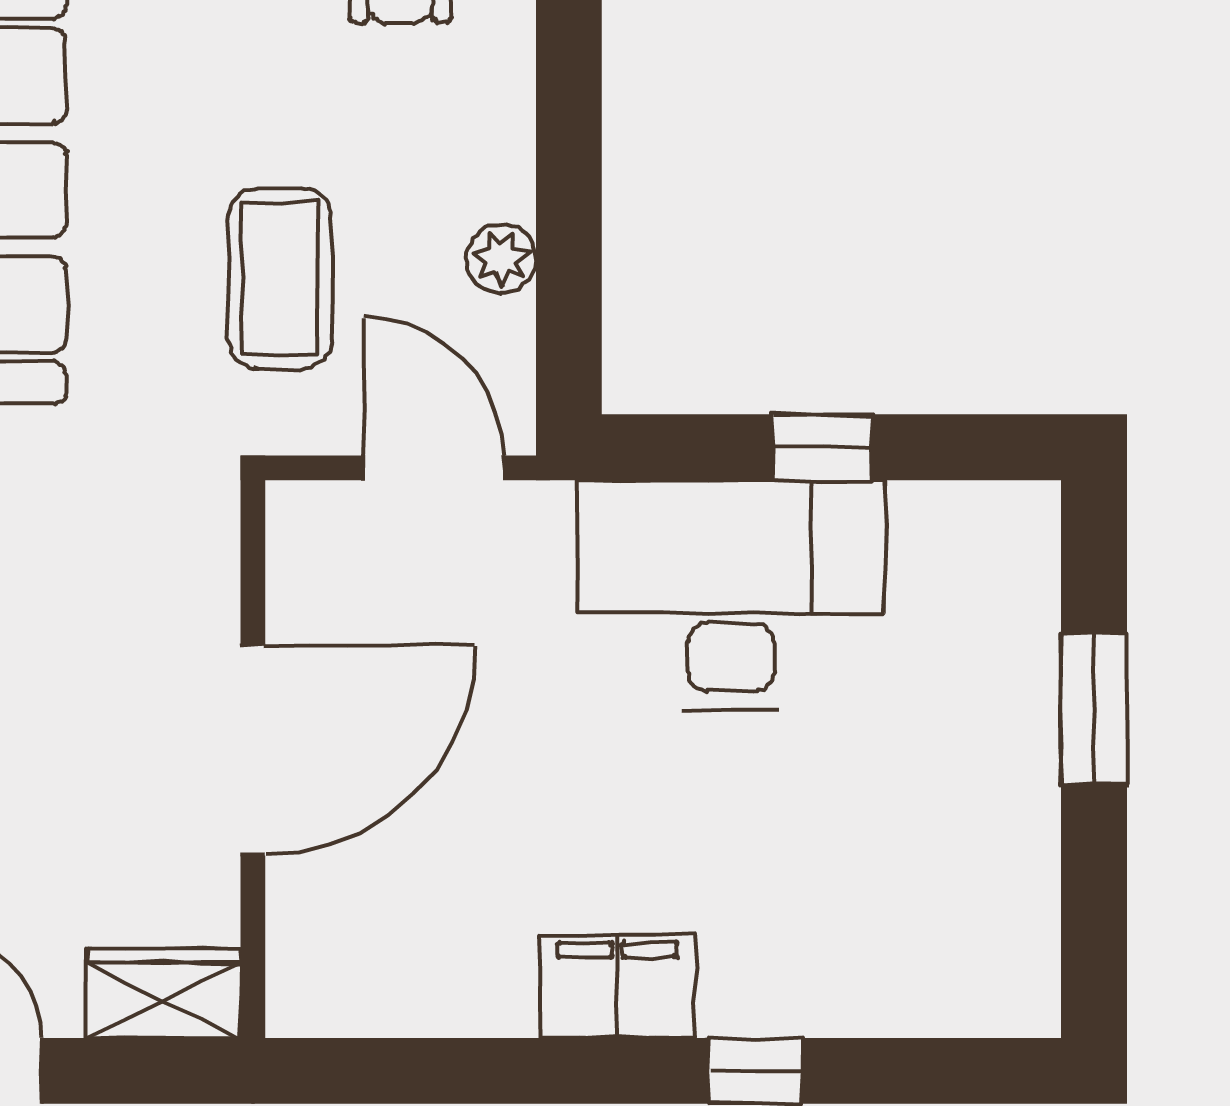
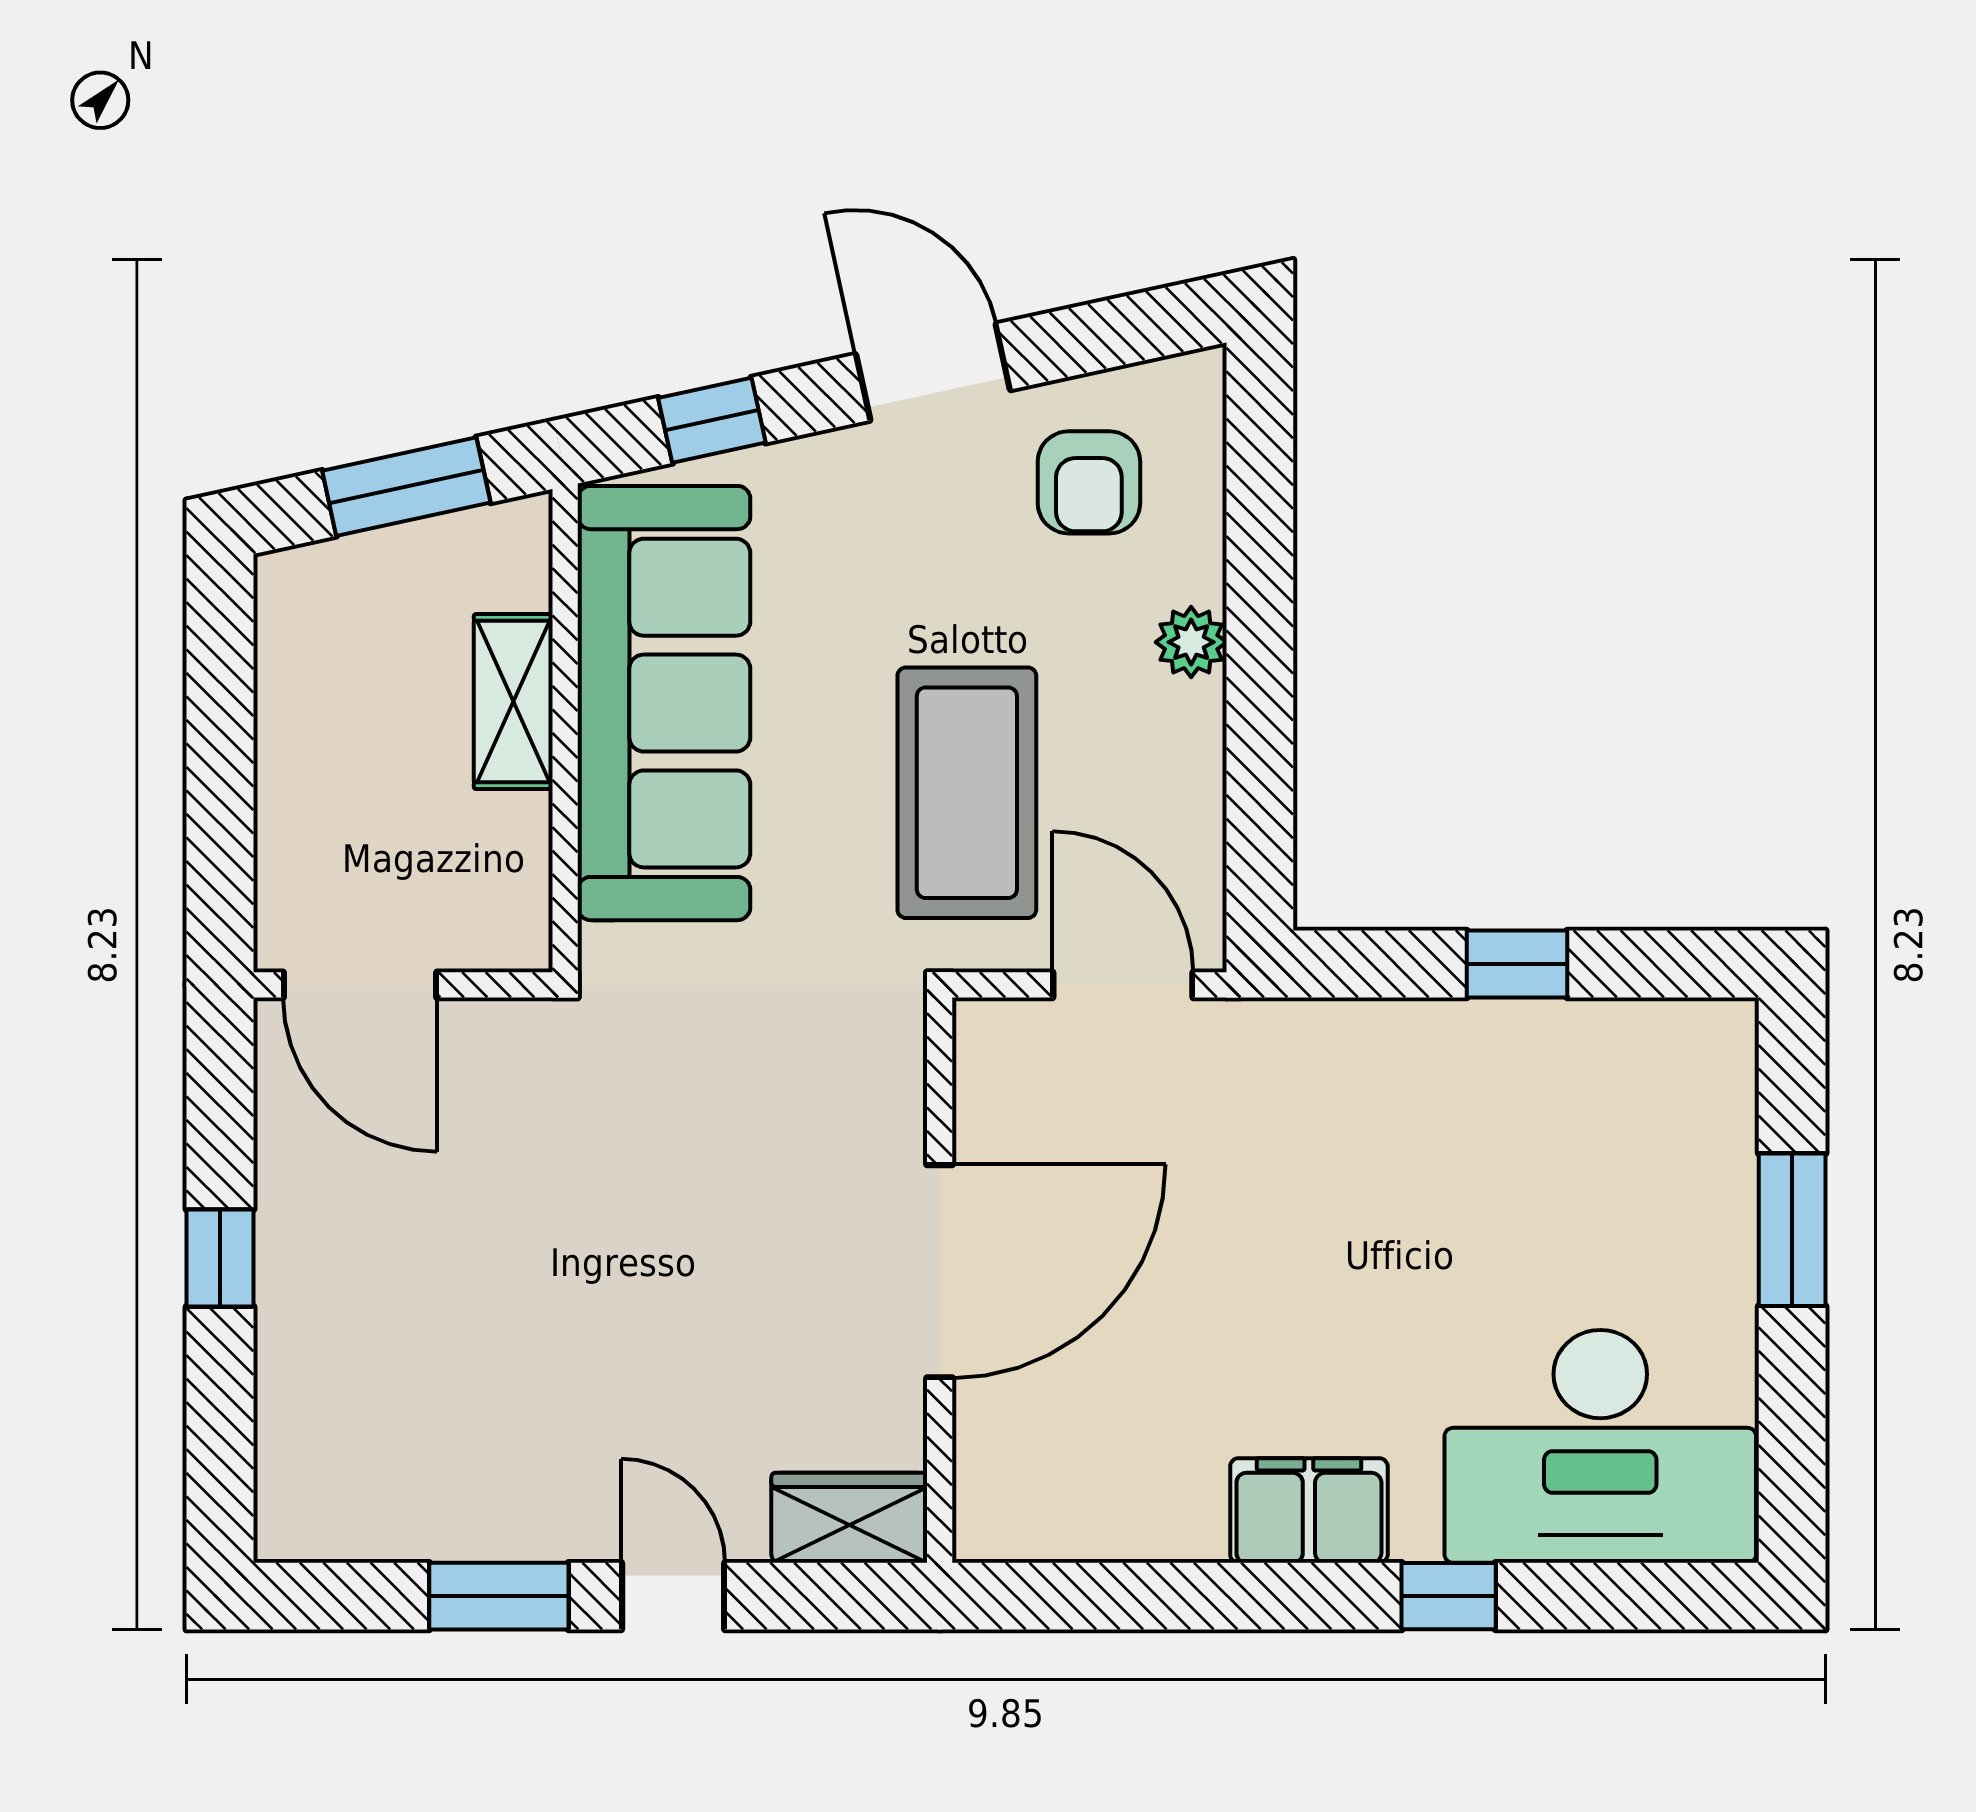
plant: (501, 258) -> (1191, 642), moved
coffee table: (280, 278) -> (967, 793), width x1.36, depth x1.32
desk: (731, 595) -> (1600, 1446), moved, turned 180

